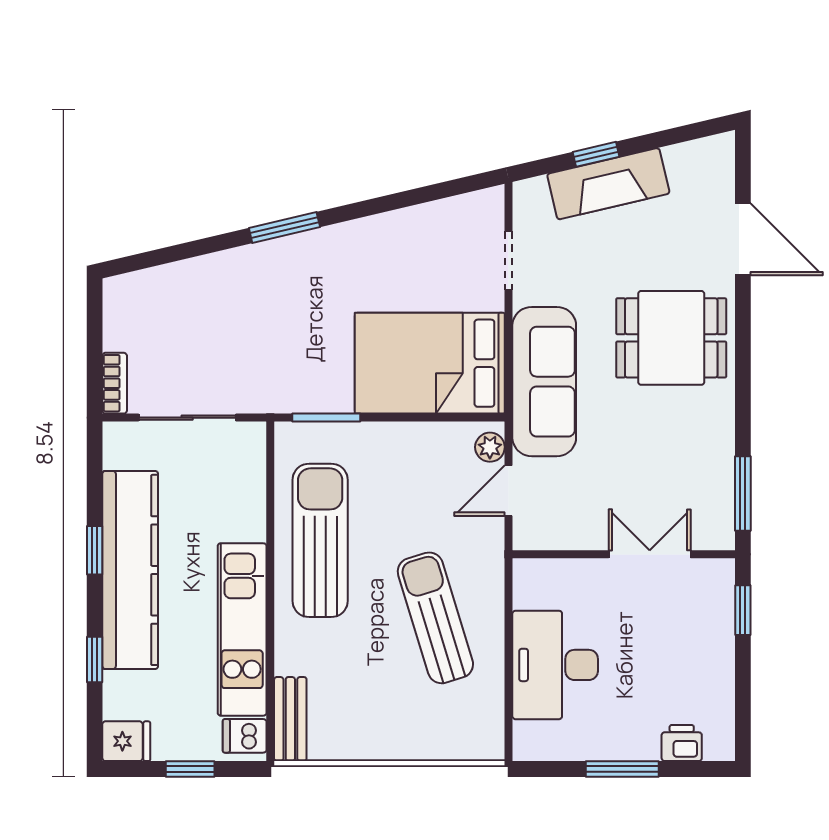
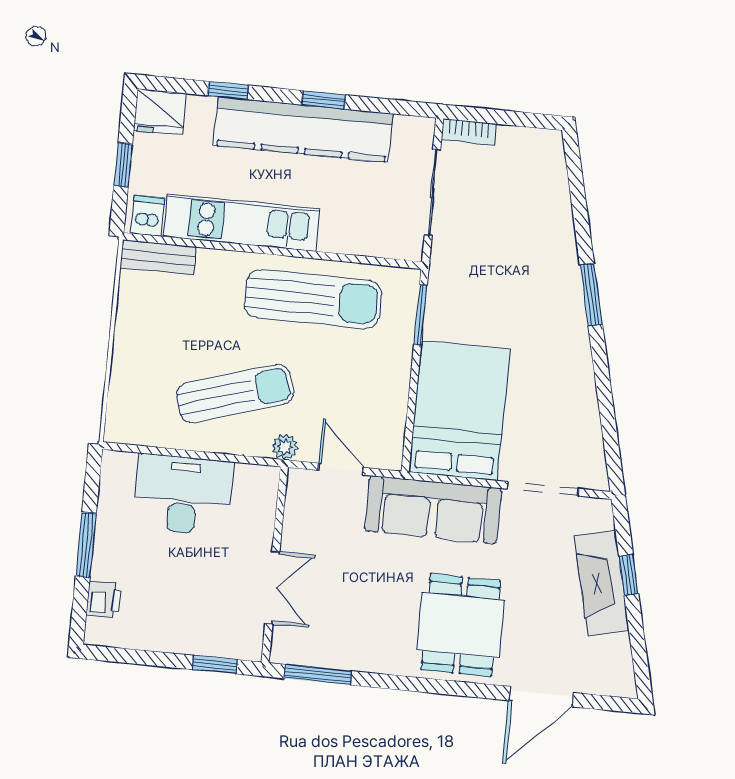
doorway: (509, 261) -> (543, 489), width x1.38
plant: (490, 447) -> (285, 447), moved
fridge: (126, 741) -> (160, 112), width x1.38

